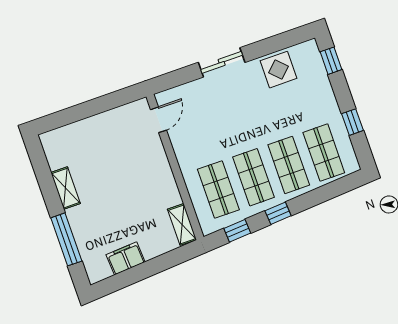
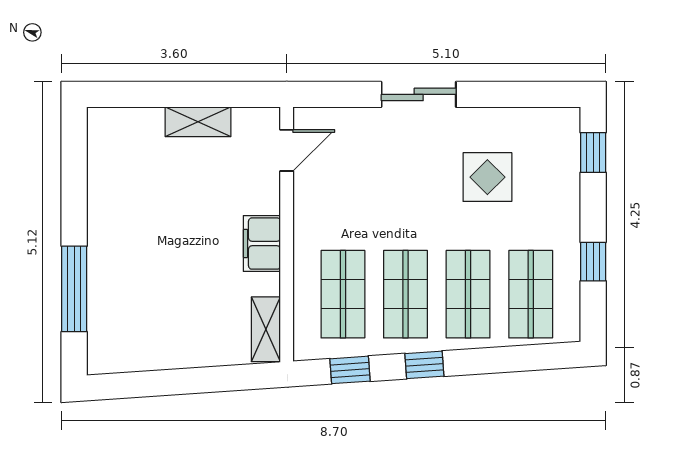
display table: (279, 70) -> (487, 177), moved
shelving: (66, 188) -> (198, 122), moved, turned 90
filing cabinet: (126, 258) -> (262, 244), moved, turned -86

